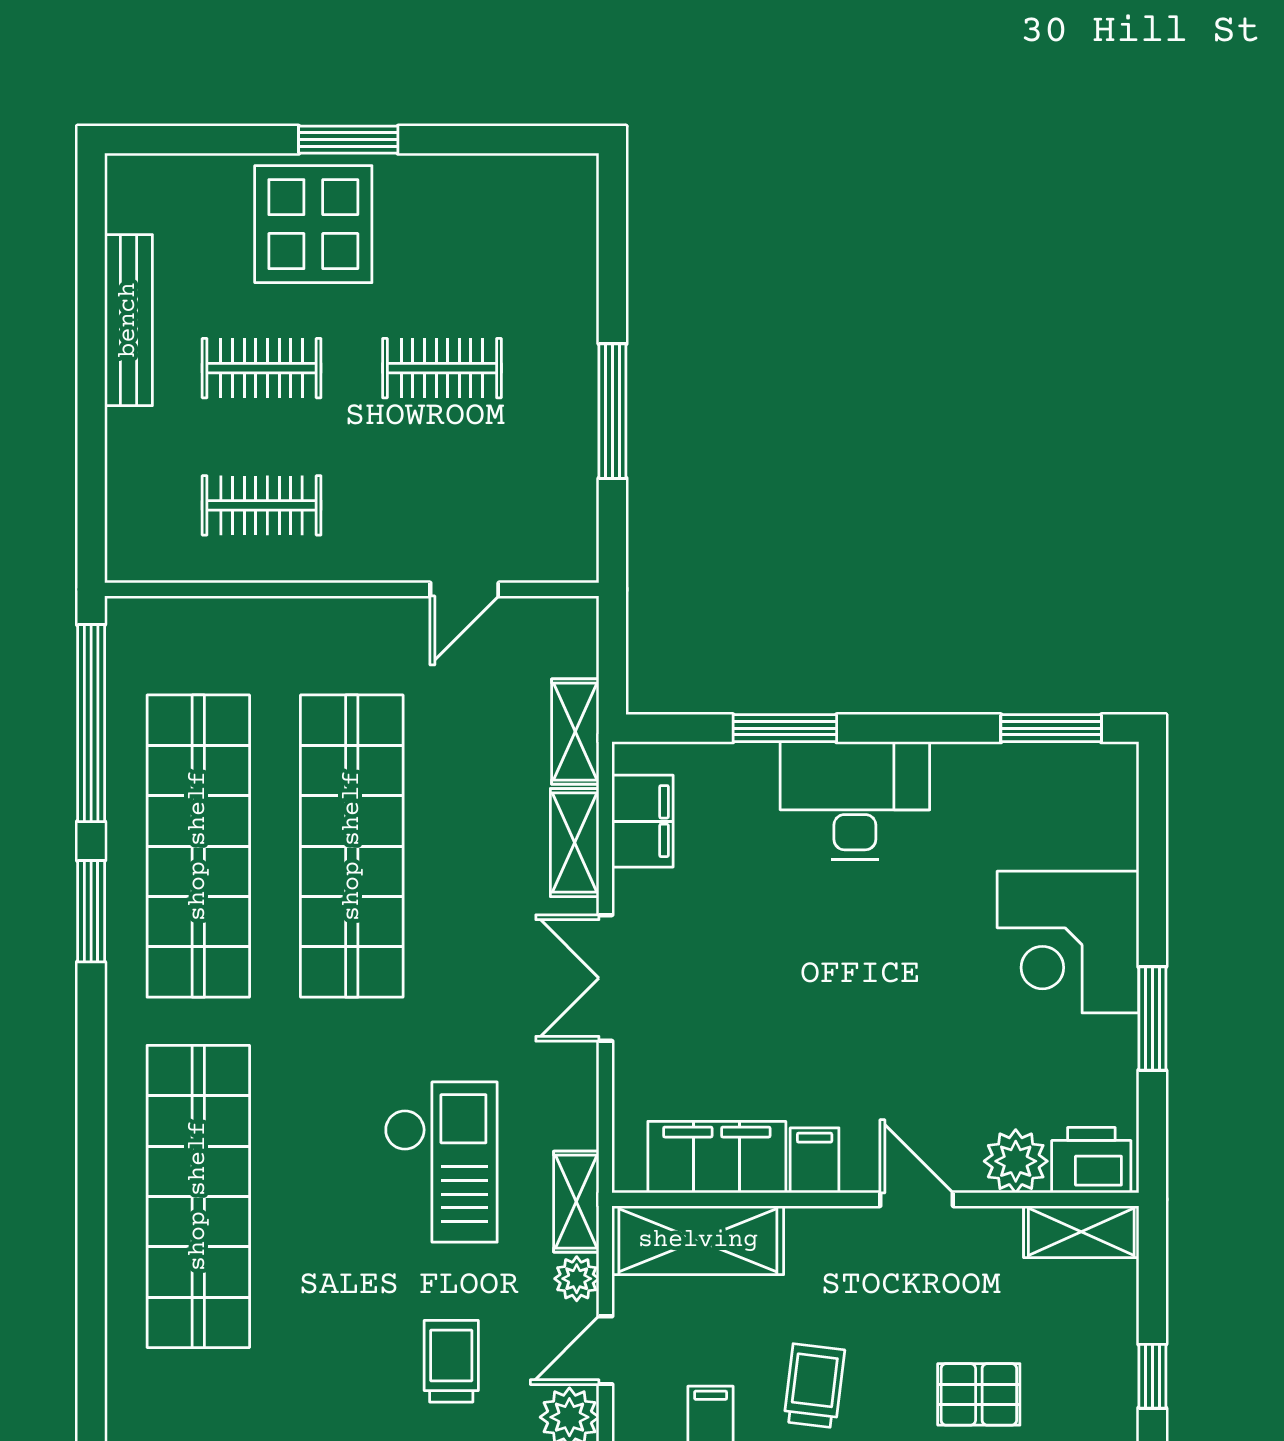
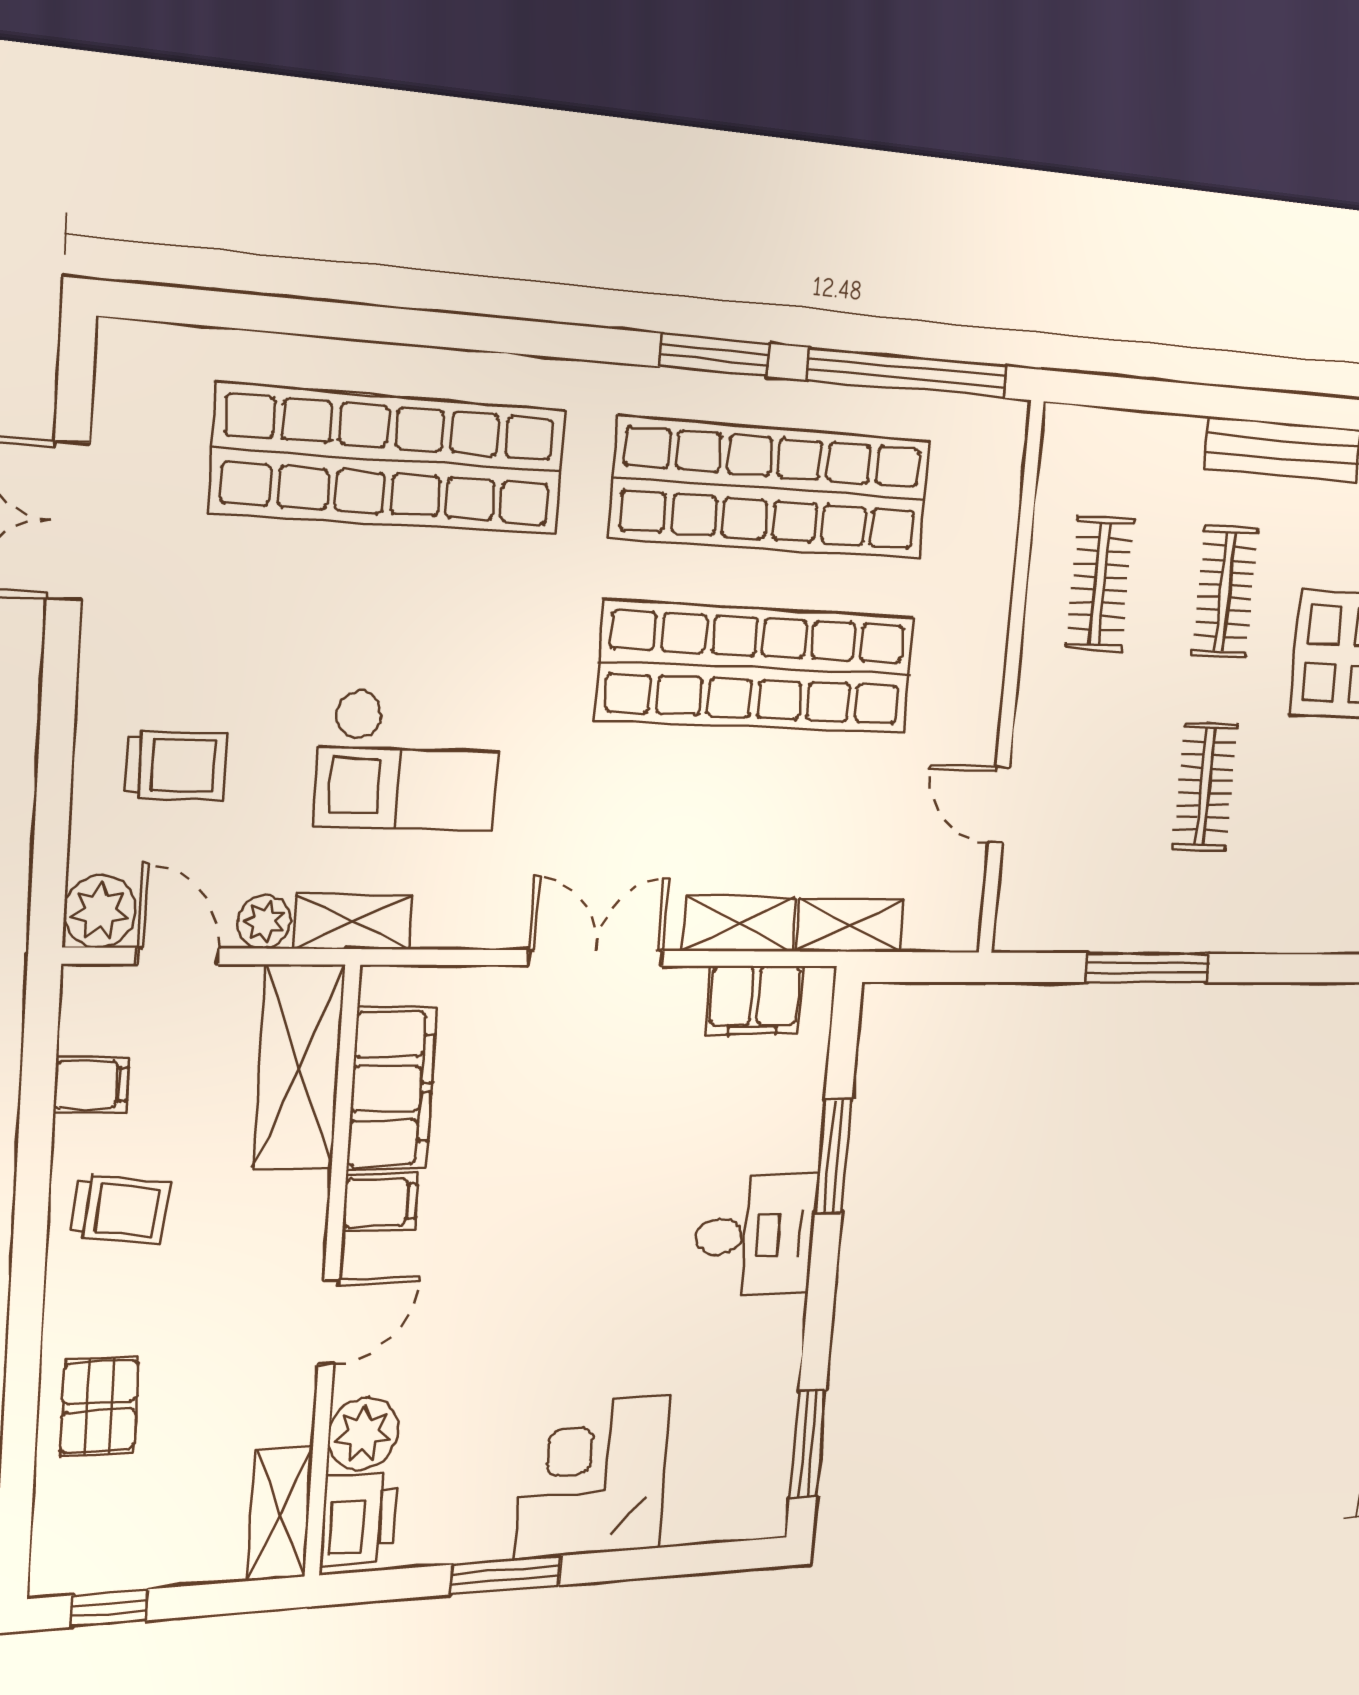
desk: (855, 800) -> (755, 1235), width x0.73

